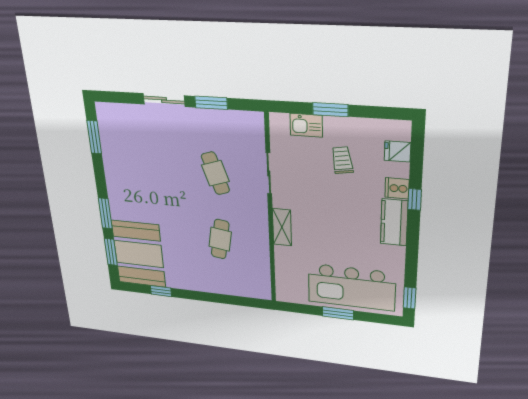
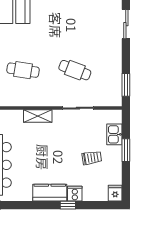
sliding door: (164, 100) -> (126, 24), moved
window: (211, 103) -> (126, 85), moved
fridge: (398, 151) -> (115, 193), moved
cafe table: (215, 173) -> (75, 70), turned 39

